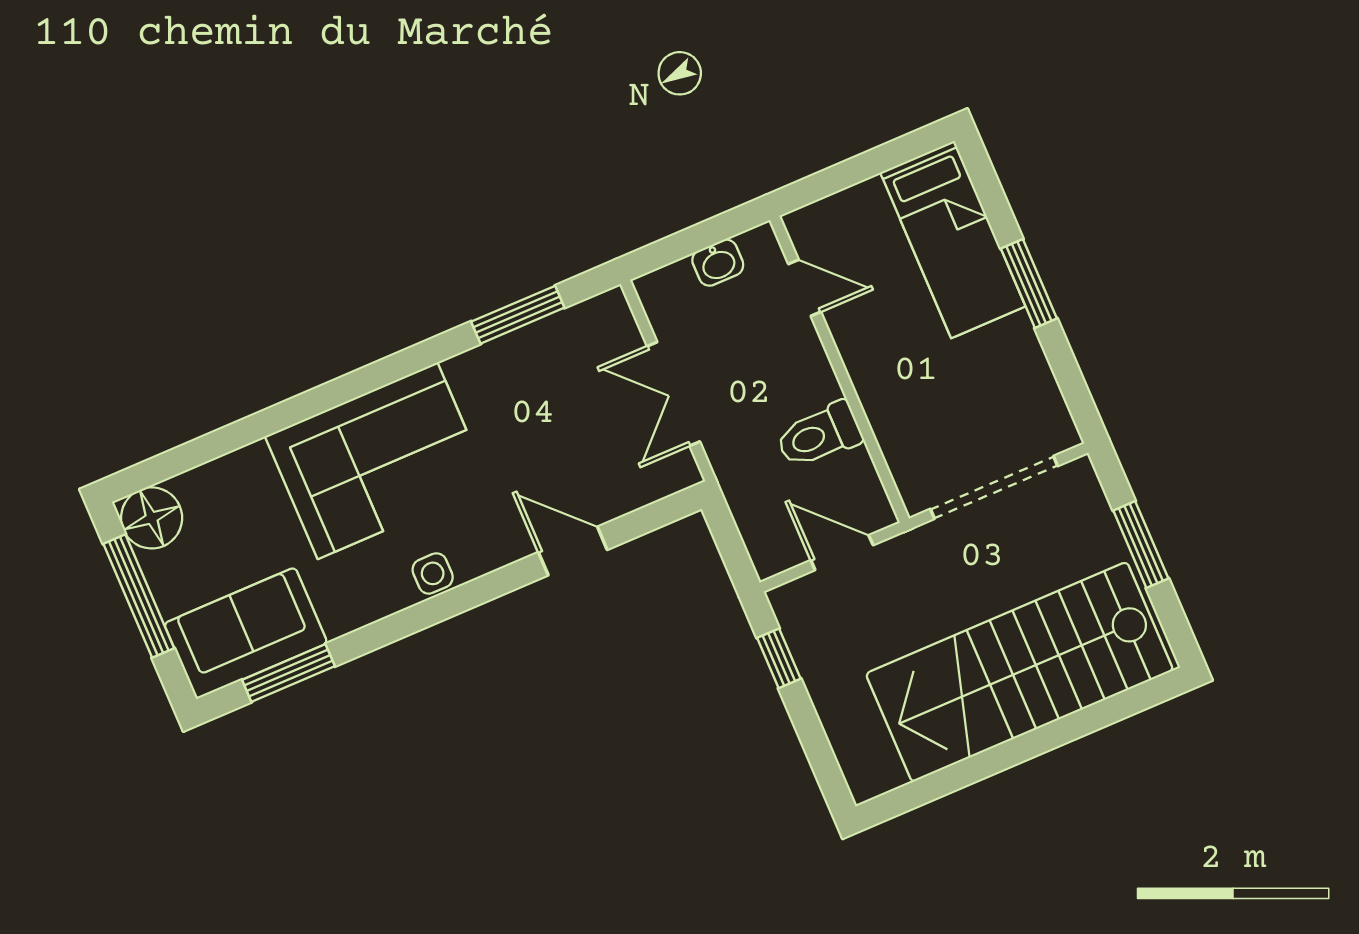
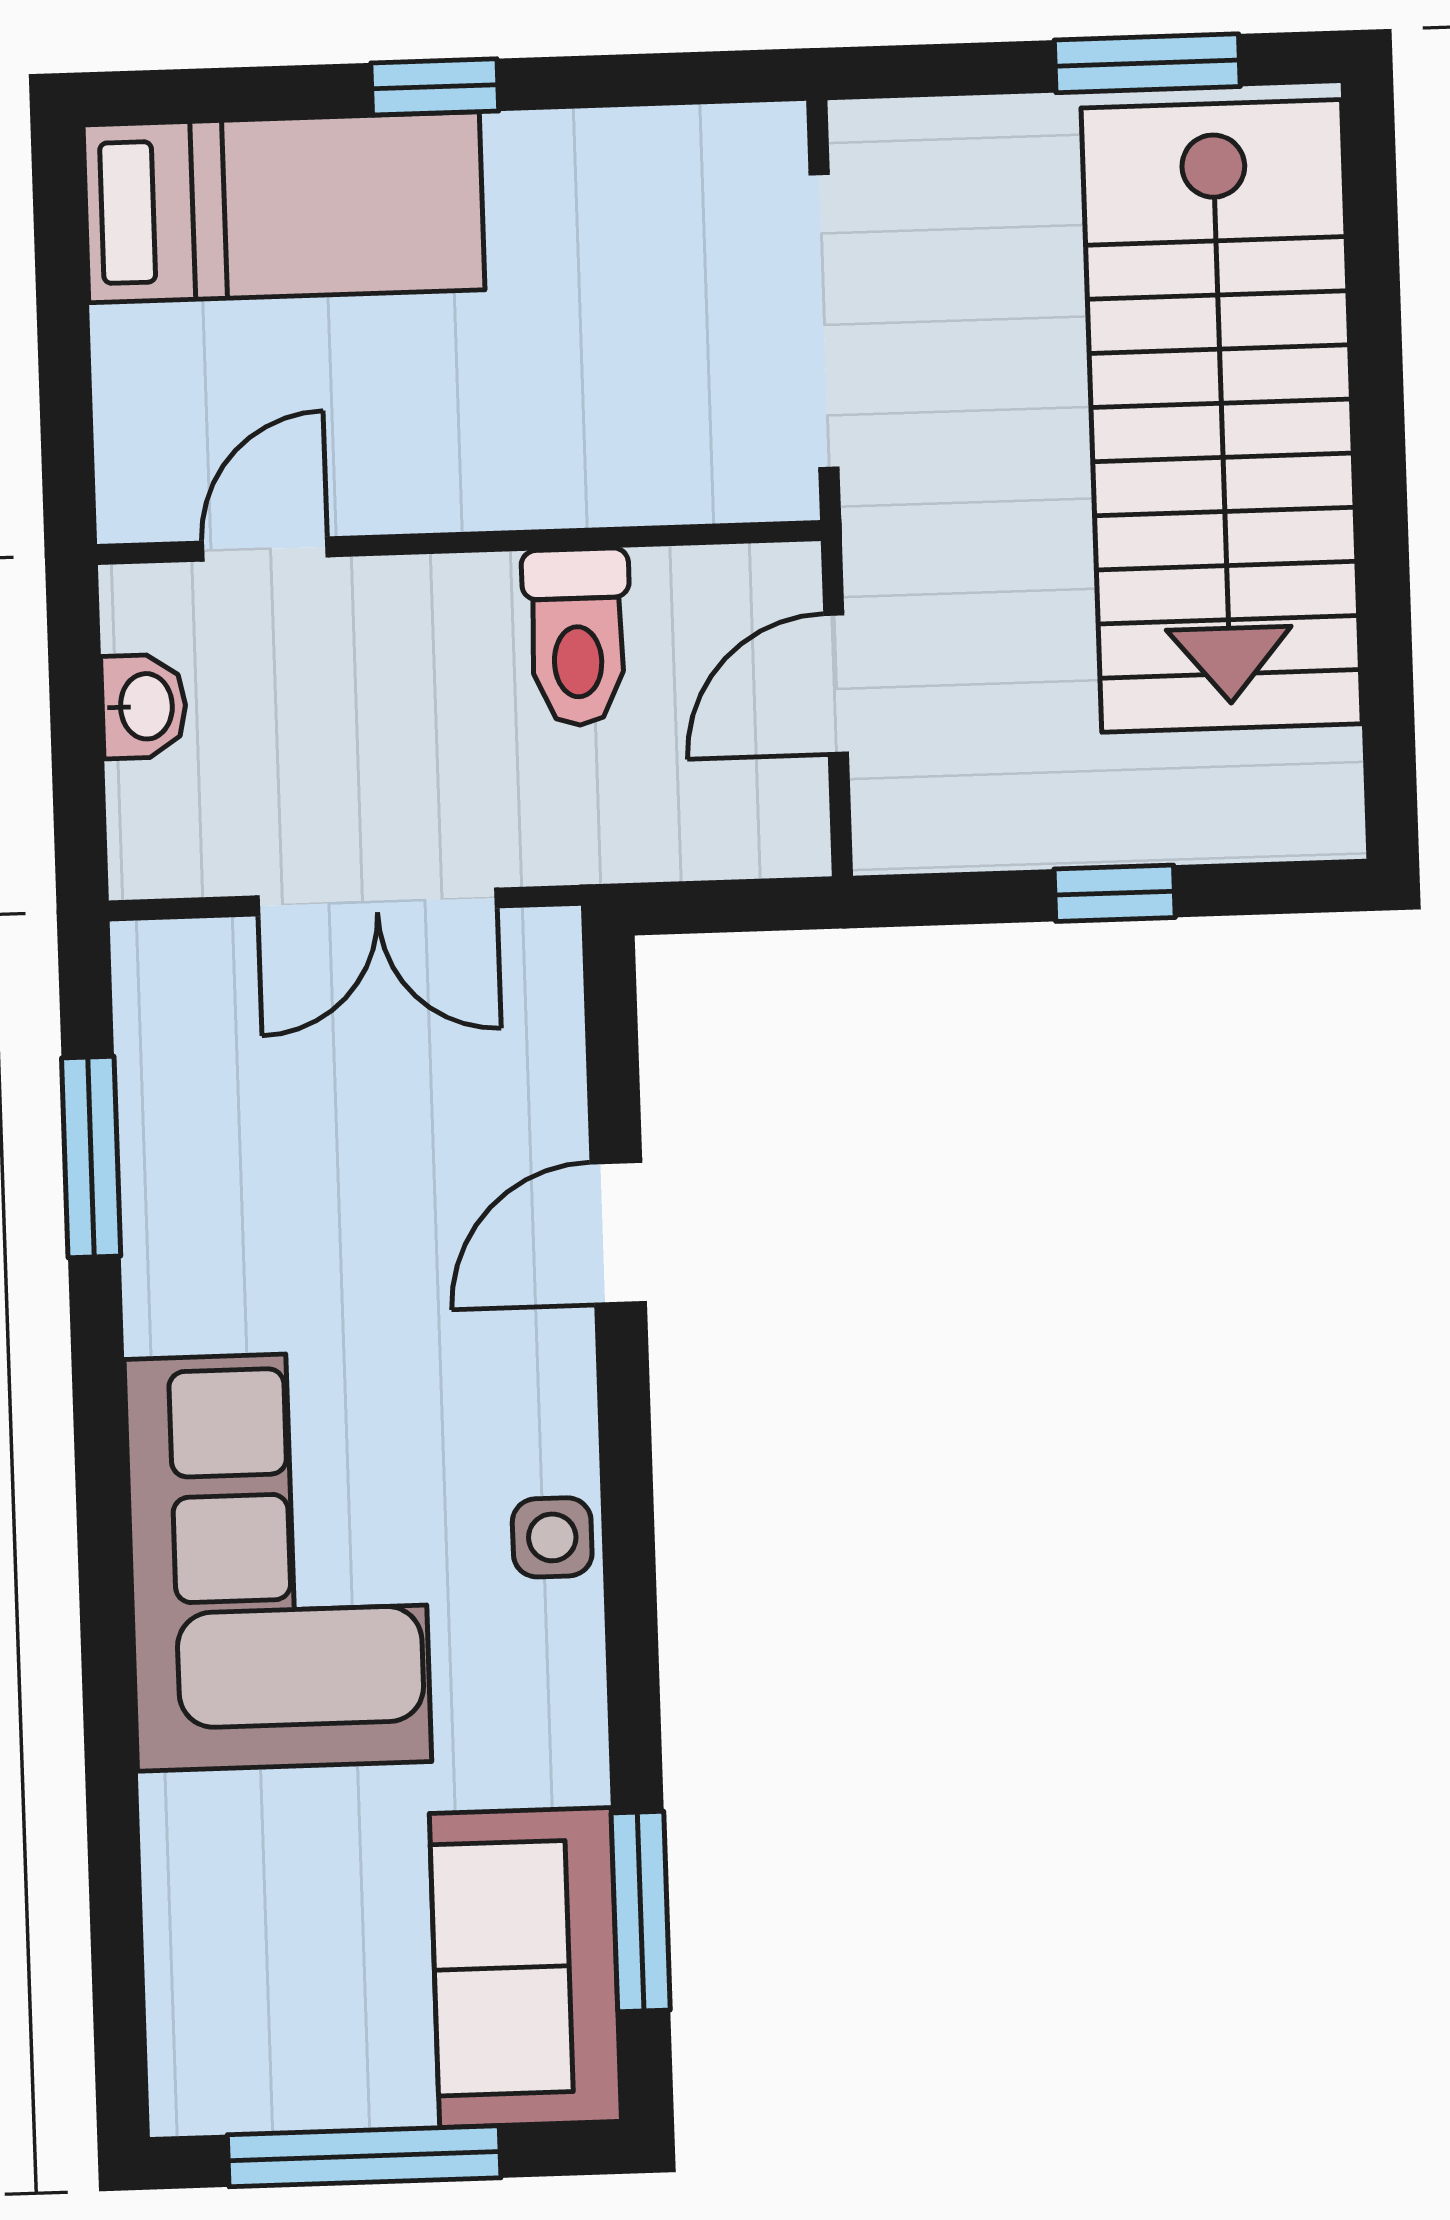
window: (1029, 284) -> (435, 87), width x0.67
floor lamp: (152, 518) -> (215, 2068), removed
window: (1141, 545) -> (1147, 63), moved
window: (779, 658) -> (1115, 893), moved

